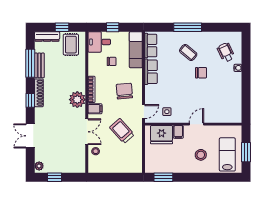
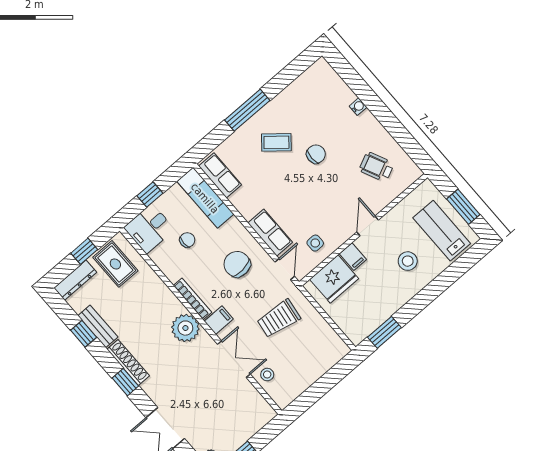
wheelchair: (226, 52) -> (376, 167), moved
window: (30, 63) -> (84, 334), width x0.46
row of seats: (151, 72) -> (270, 233), moved
trolley: (122, 131) -> (279, 319), turned -40

